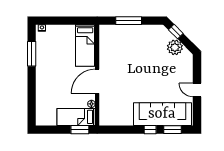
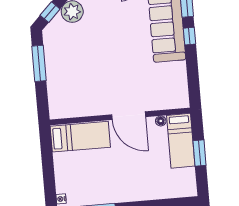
window: (129, 21) -> (39, 63), moved
window: (80, 130) -> (199, 153), moved

